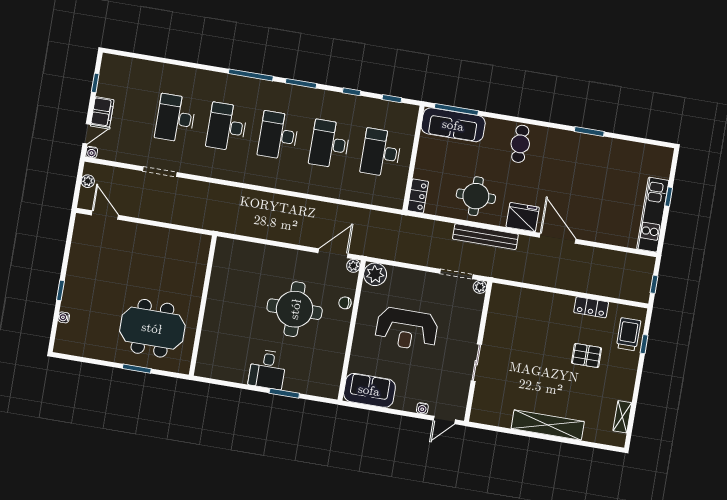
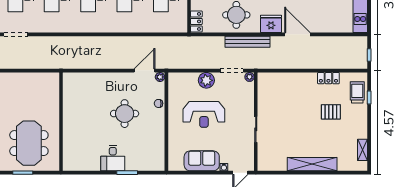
plant: (375, 274) -> (206, 80), moved
round table: (295, 309) -> (125, 114), width x0.73, depth x0.73
meeting table: (152, 328) -> (29, 143), turned 90
sofa: (369, 390) -> (202, 161), moved

